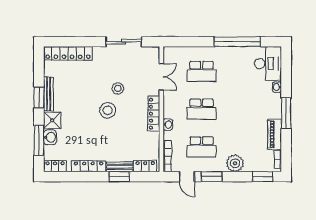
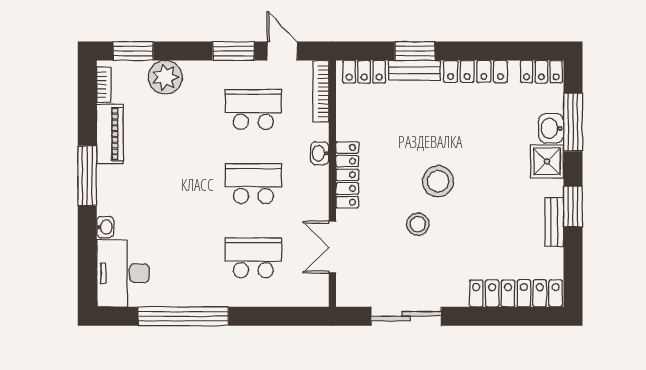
bench: (48, 94) -> (554, 222), width x0.73
plant: (235, 163) -> (165, 77), moved

